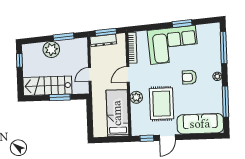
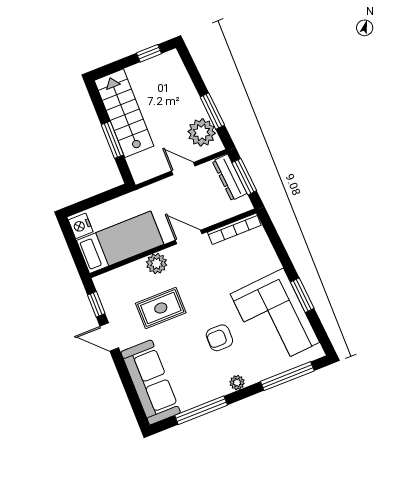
corner sofa: (173, 45) -> (275, 318), moved
plant: (51, 49) -> (202, 132), moved
door: (90, 75) -> (183, 169), moved
armchair: (189, 77) -> (219, 338), turned -90
rug: (161, 104) -> (161, 308), width x0.73, depth x0.70
nightstand: (101, 132) -> (81, 226), added

